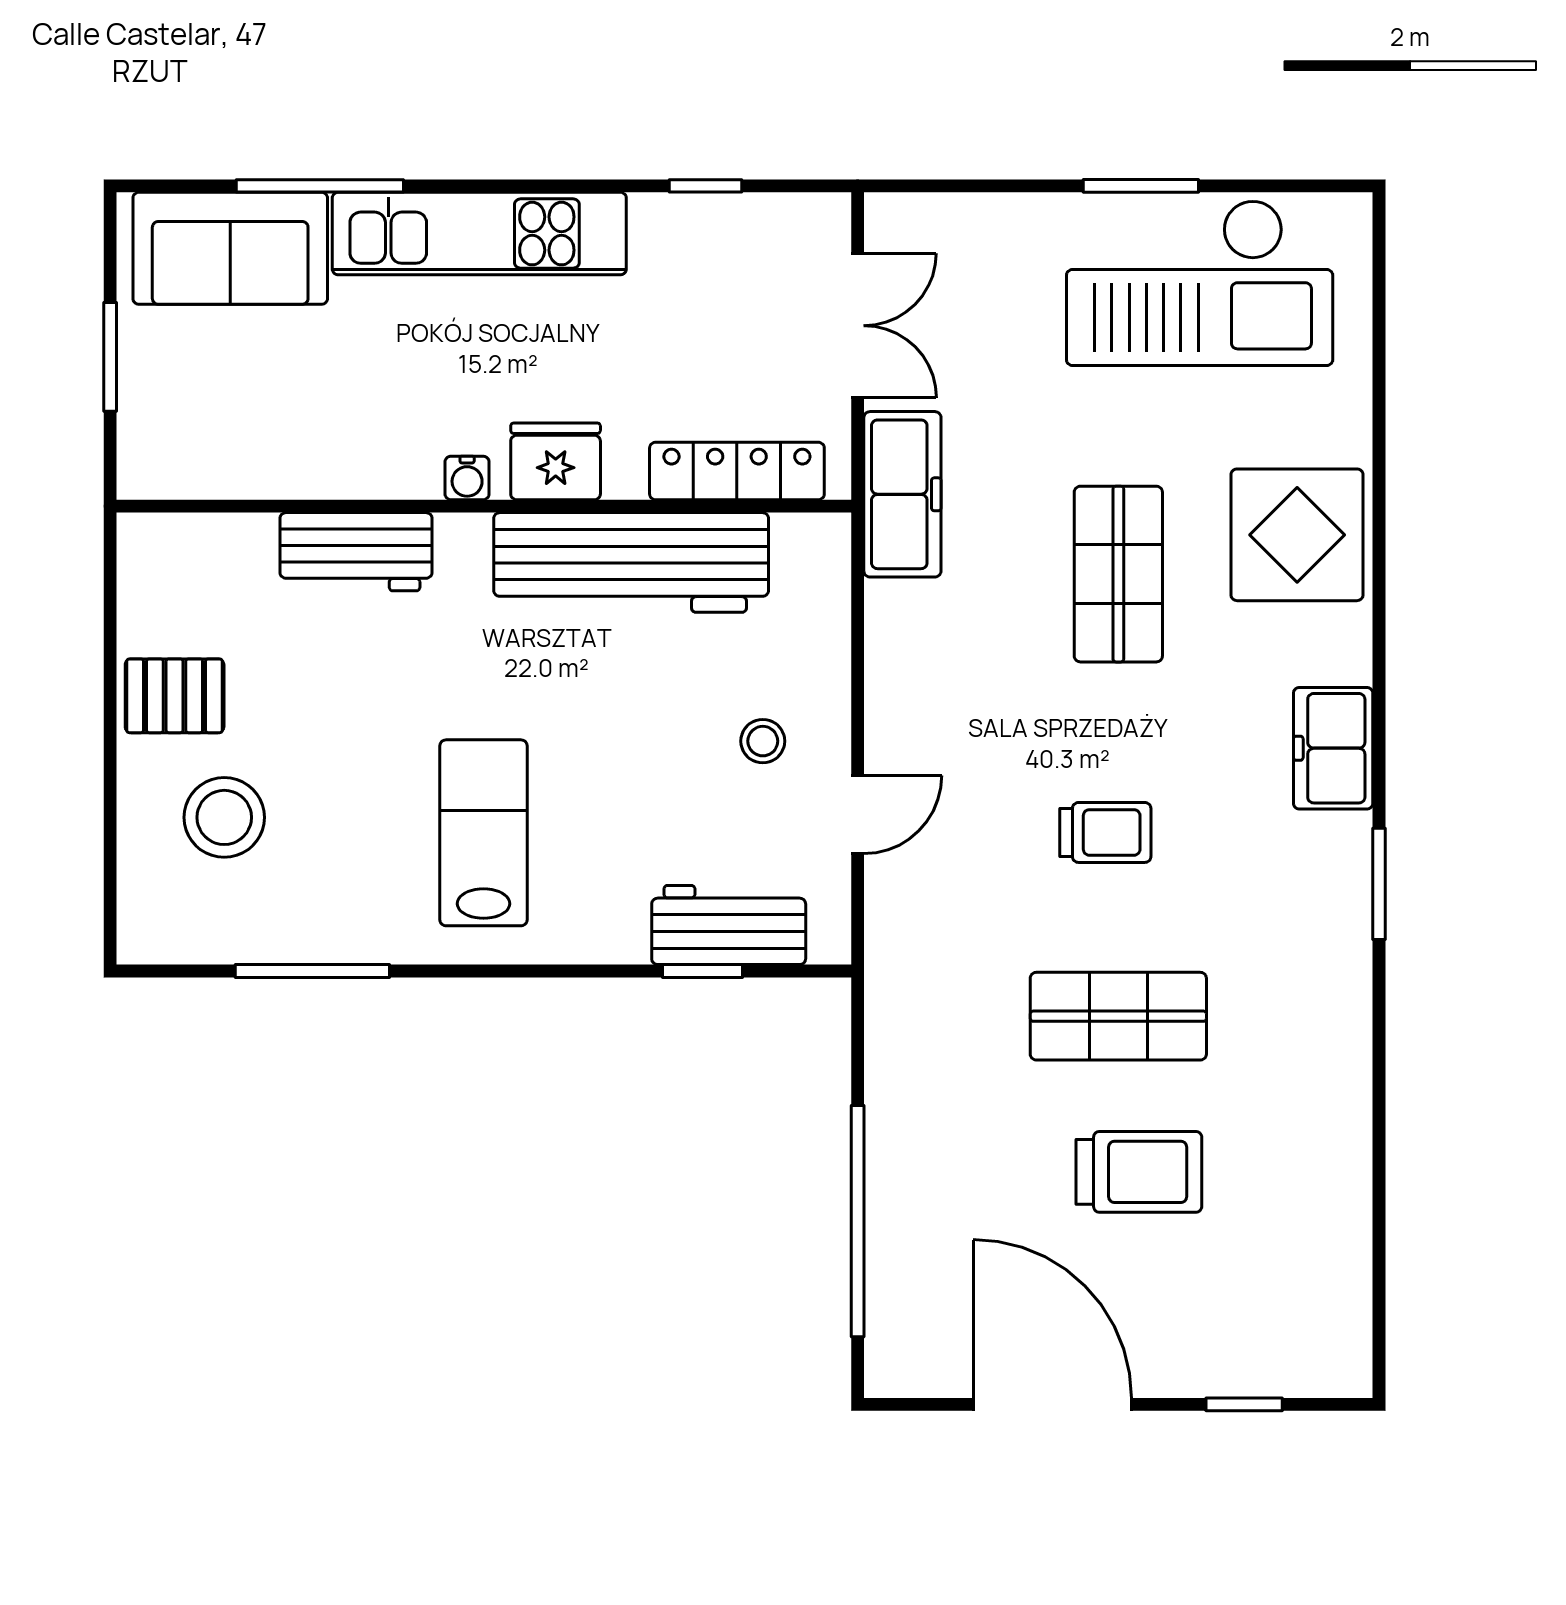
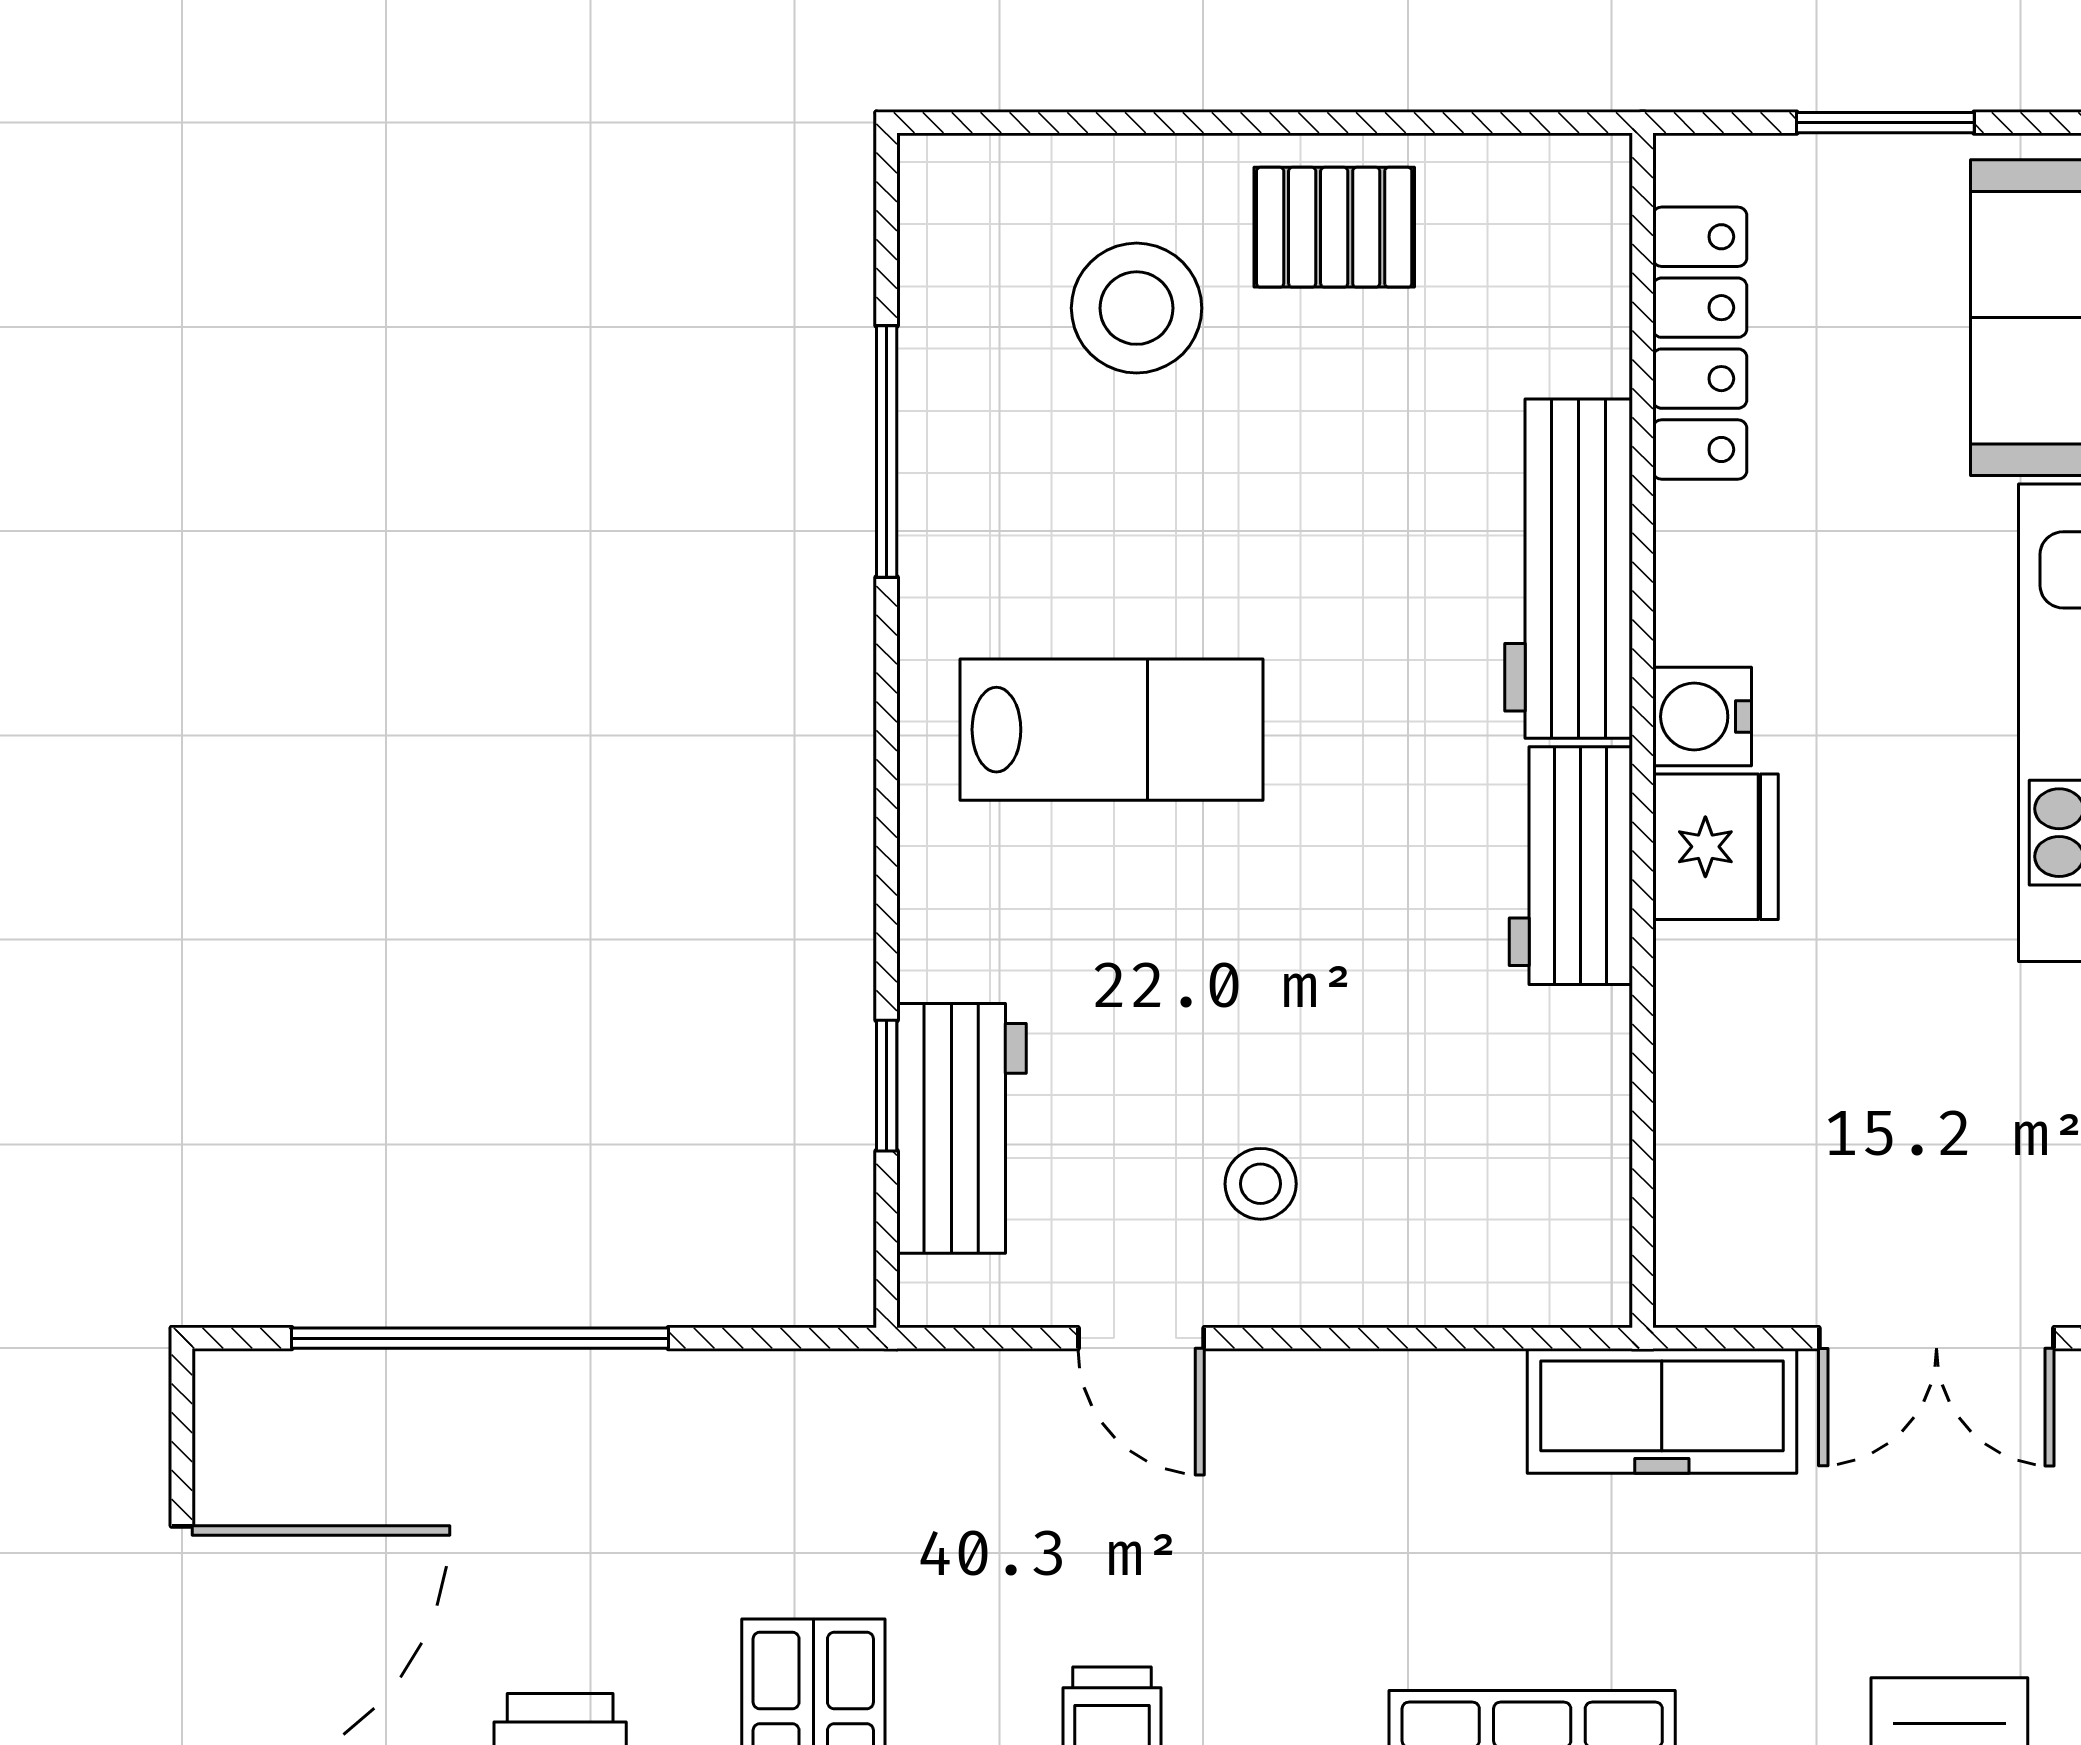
locker: (737, 471) -> (1700, 343), moved
water cooler: (467, 478) -> (1702, 717), width x1.38, depth x1.38
workbench: (356, 552) -> (1569, 569), width x1.38
workbench: (631, 562) -> (1571, 866), width x0.53, depth x0.76
pallet: (175, 696) -> (1334, 227), turned 90

